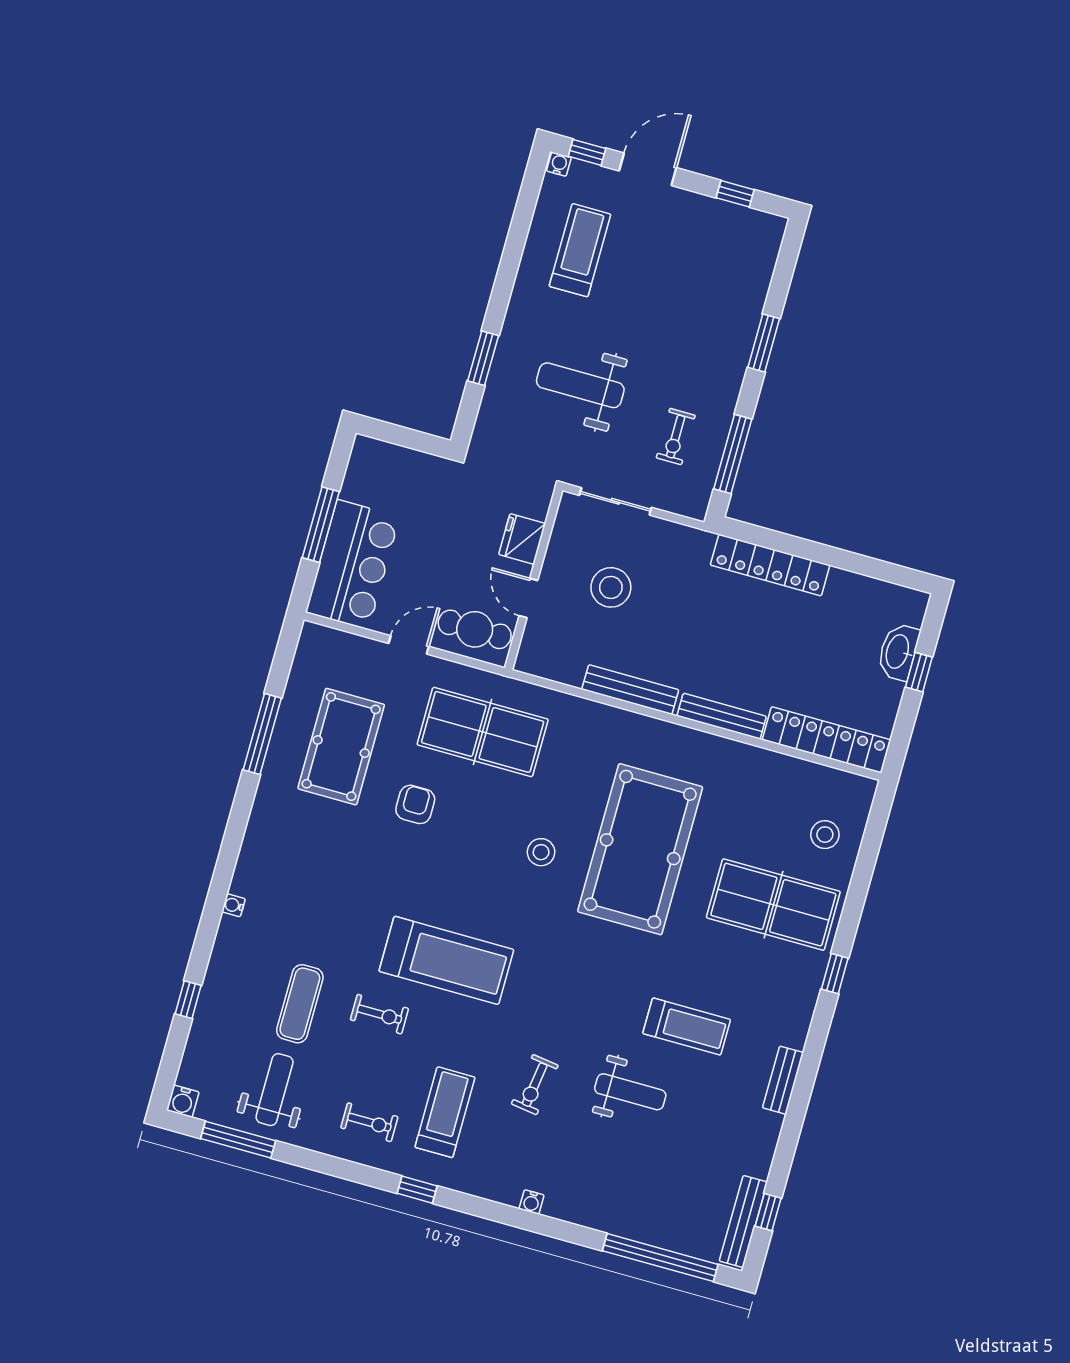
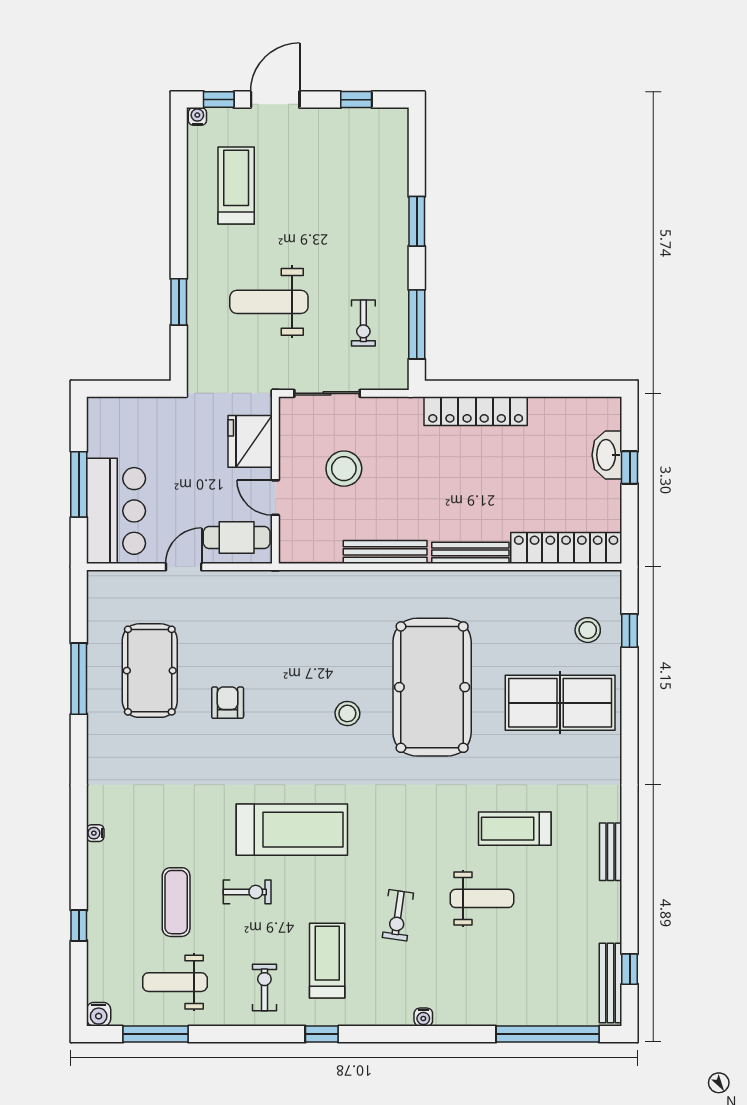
fridge: (522, 539) -> (250, 441), width x1.36, depth x1.34
table tennis table: (483, 732) -> (268, 624), removed
window: (835, 974) -> (630, 631), moved
treadmill: (687, 1027) -> (515, 829), turned 180
weight bench: (275, 1090) -> (175, 982), turned -90
exercise bike: (369, 1122) -> (264, 987), turned -90

